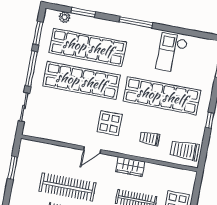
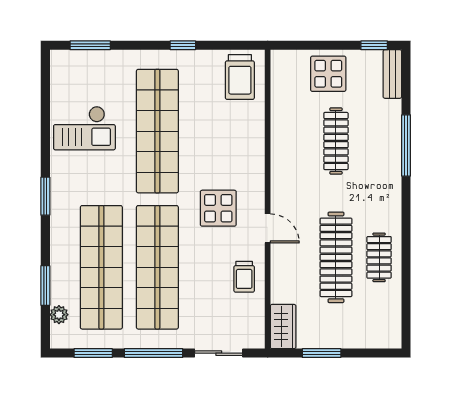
window: (136, 22) -> (45, 196), width x0.69
trolley: (150, 138) -> (244, 277), moved
wardrobe: (130, 167) -> (283, 327), moved

